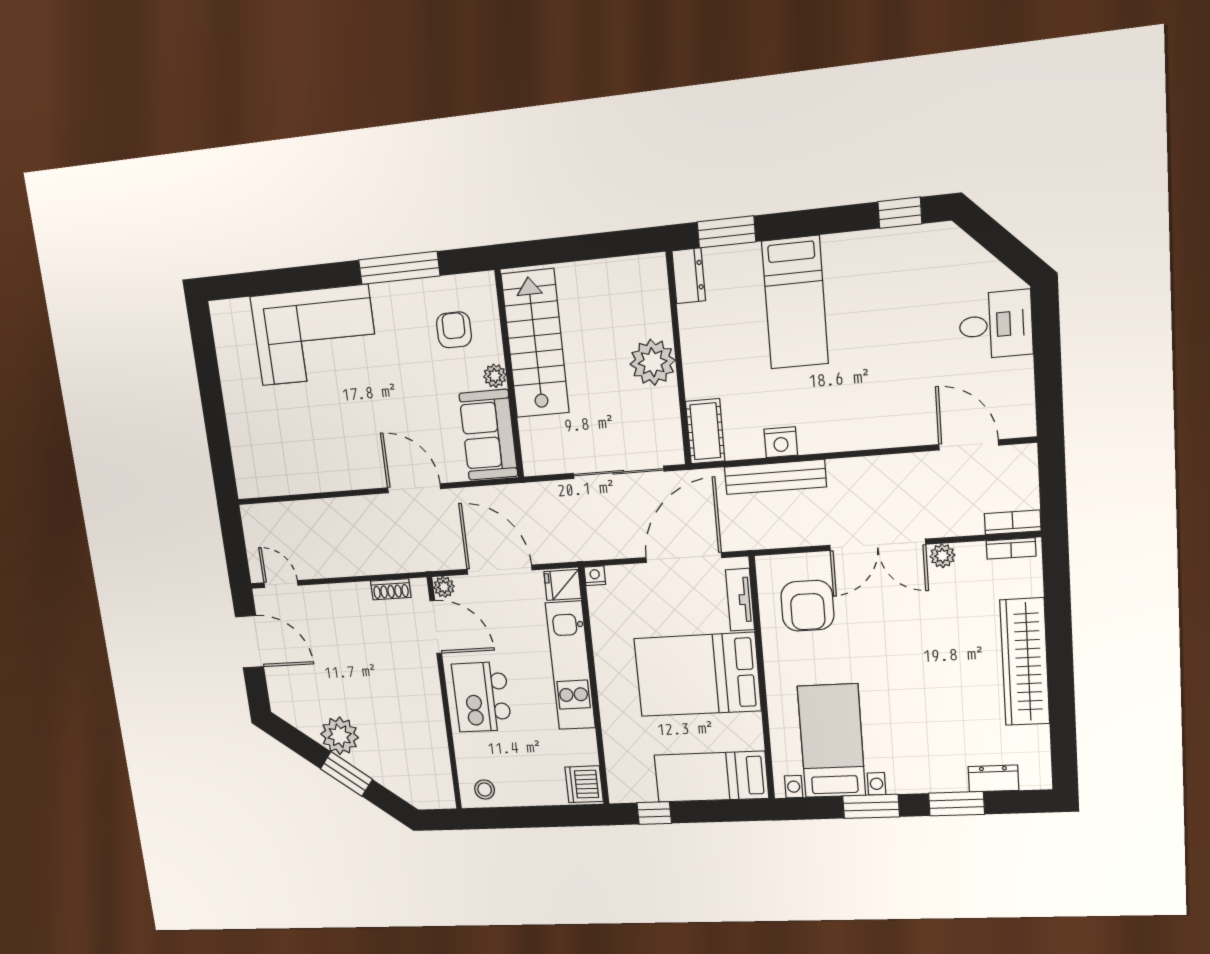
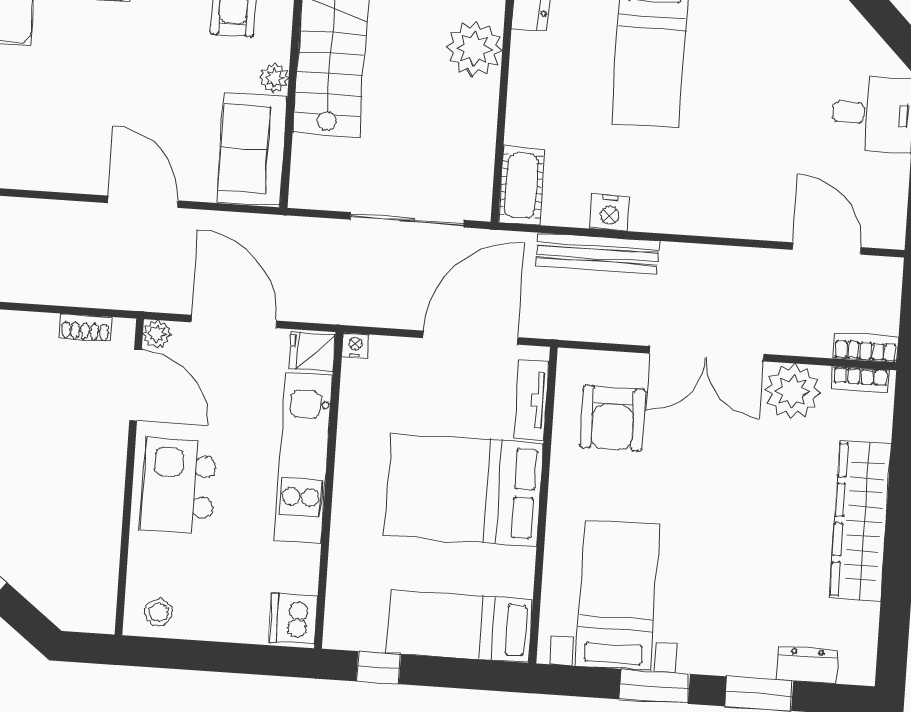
plant: (653, 362) -> (474, 49), moved
plant: (942, 556) -> (793, 391), width x1.88, depth x1.88

